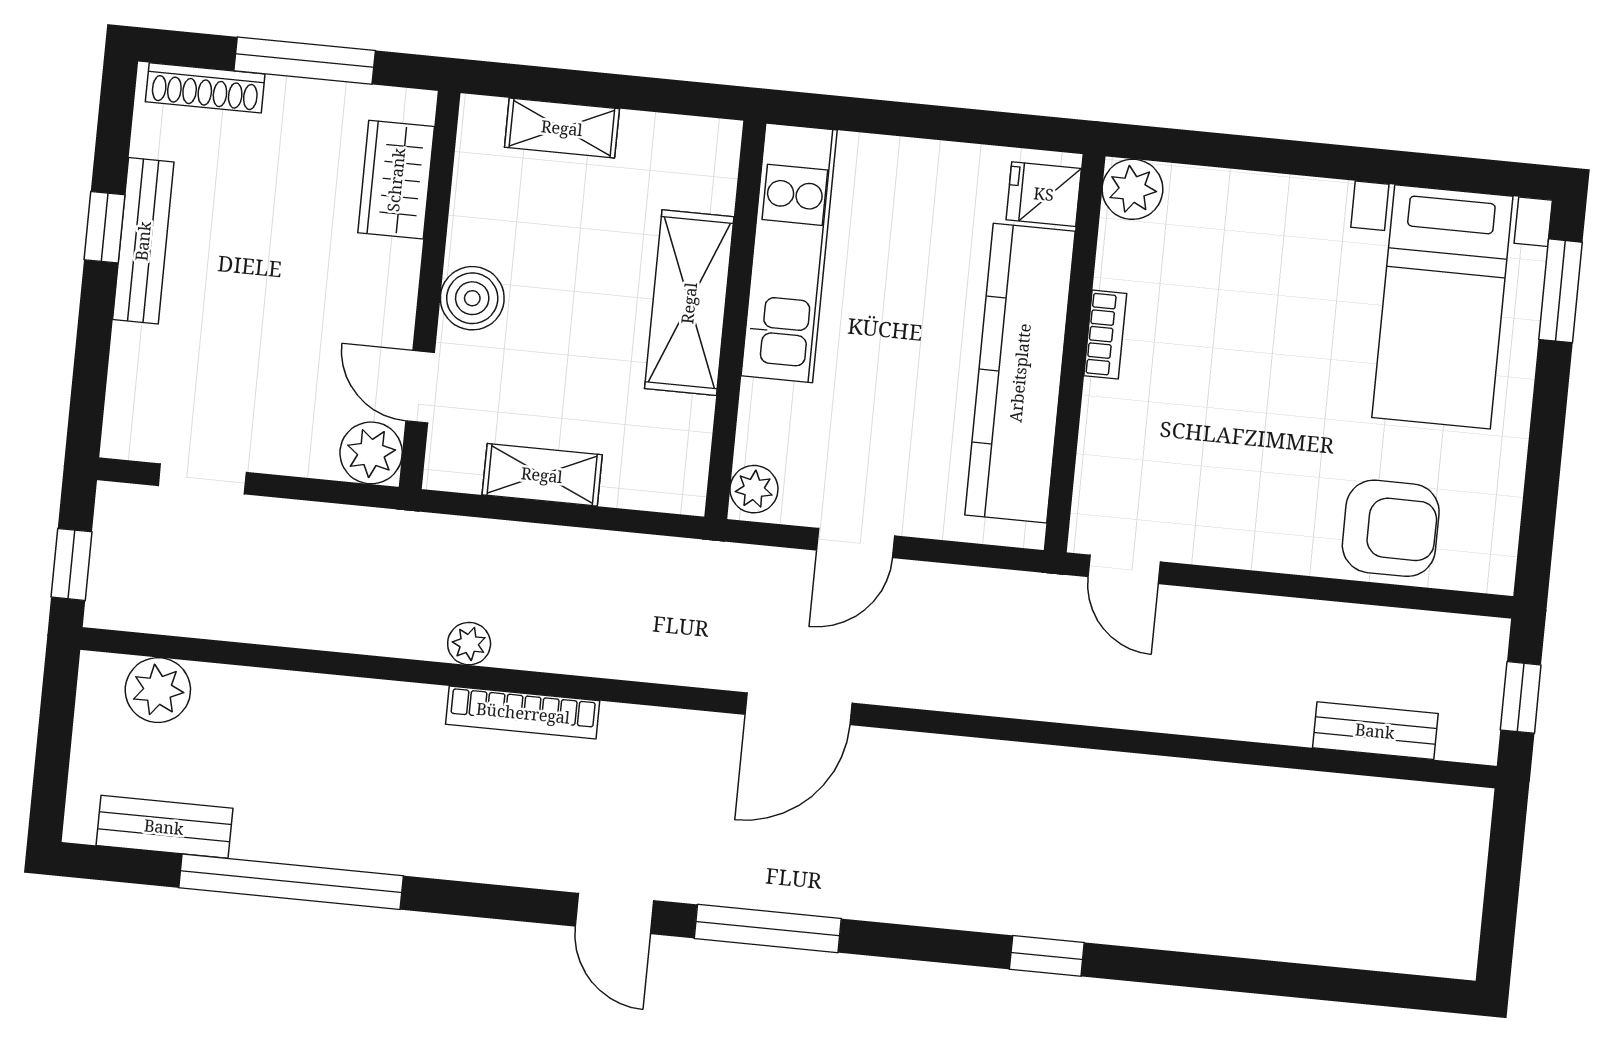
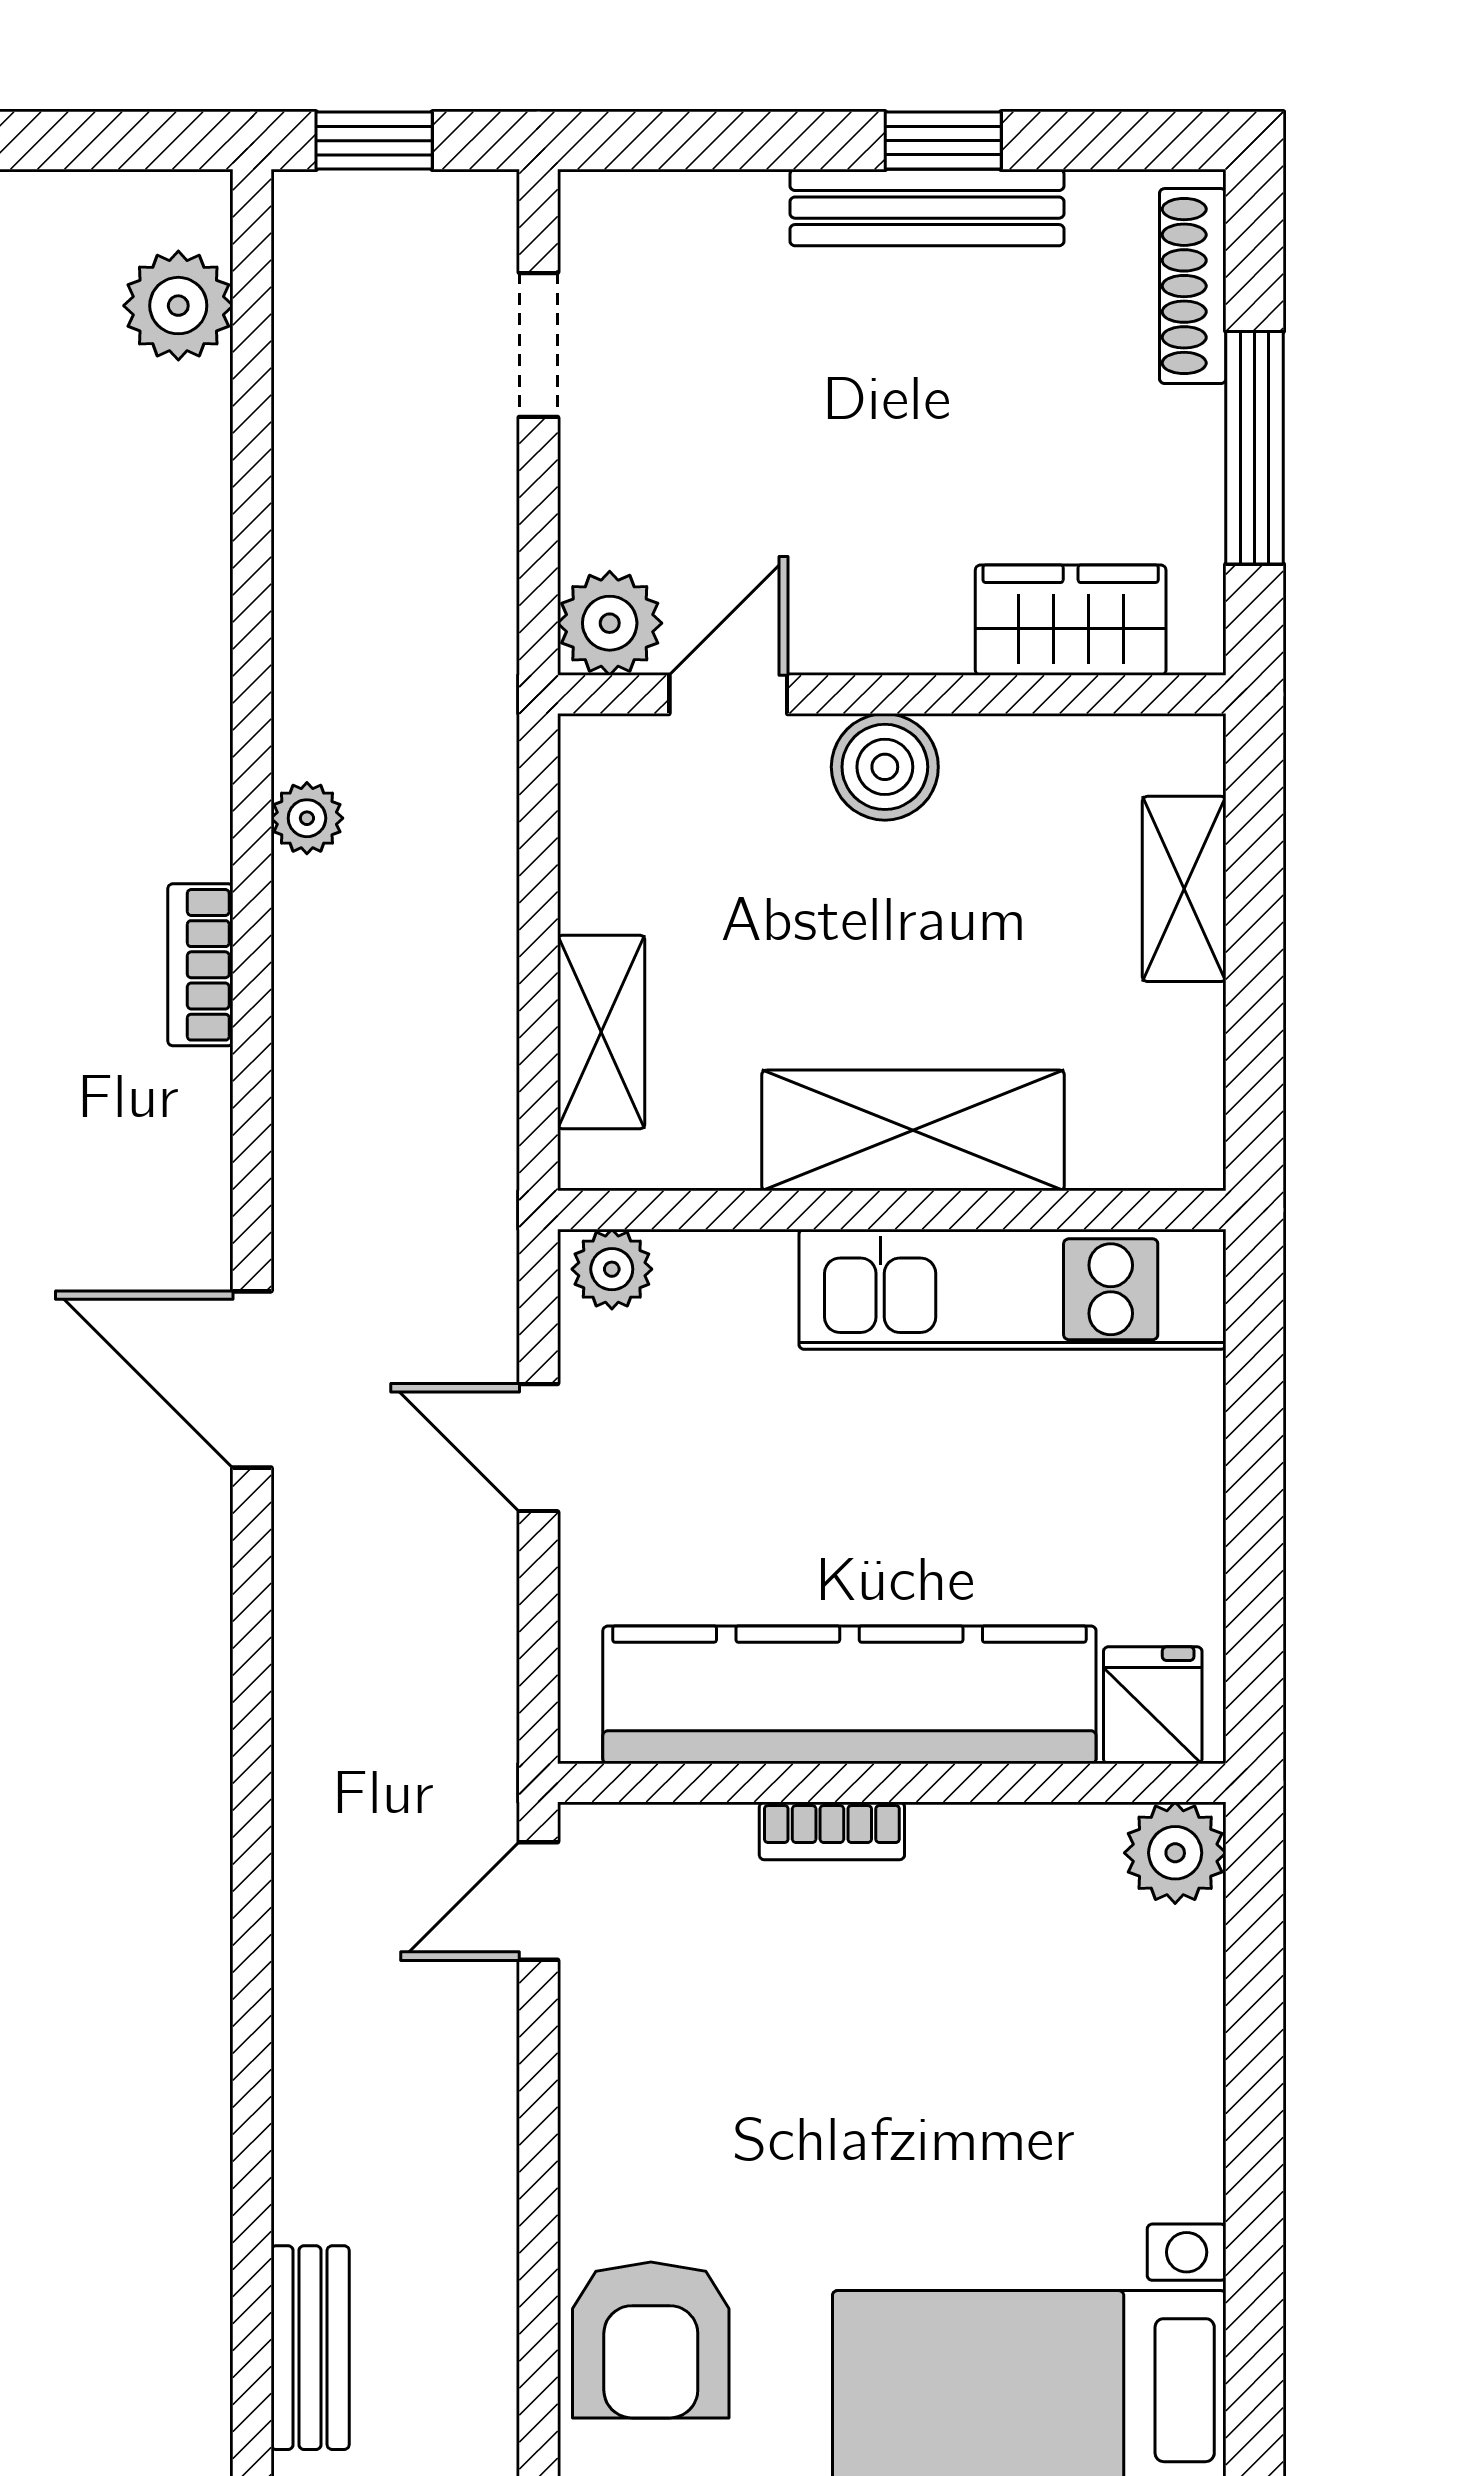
bookcase: (1105, 335) -> (832, 1831), moved
shelving: (542, 475) -> (601, 1032), moved
bookcase: (523, 713) -> (200, 965), width x0.64

